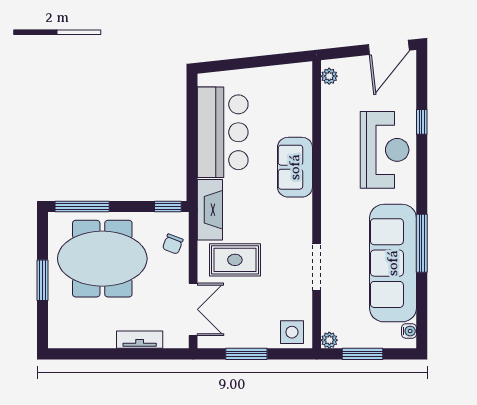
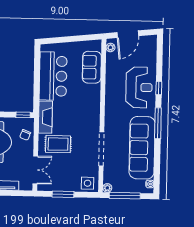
door: (389, 47) -> (128, 34), moved
window: (422, 122) -> (159, 88), moved
sofa: (295, 167) -> (92, 67), moved
window: (422, 243) -> (158, 123), moved
doorway: (317, 267) -> (101, 149), width x1.36
window: (362, 354) -> (125, 196), width x1.44

